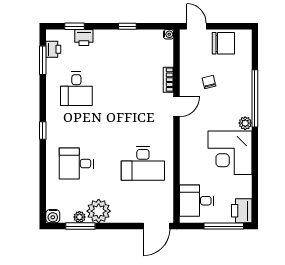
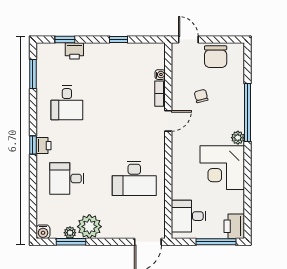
water cooler: (169, 34) -> (160, 75), moved
chair: (223, 43) -> (216, 57), turned 90
printer: (53, 49) -> (43, 146), moved

